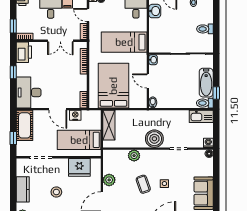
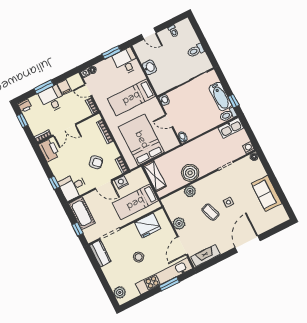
washbasin: (155, 11) -> (150, 67), moved
window: (13, 26) -> (22, 120), moved
double door: (60, 41) -> (64, 130), moved
window: (13, 72) -> (54, 183), moved
armchair: (61, 85) -> (96, 162), added
desk: (29, 93) -> (73, 187), width x0.73
boiler: (154, 139) -> (190, 173), moved
kitchen counter: (23, 189) -> (100, 254), moved

